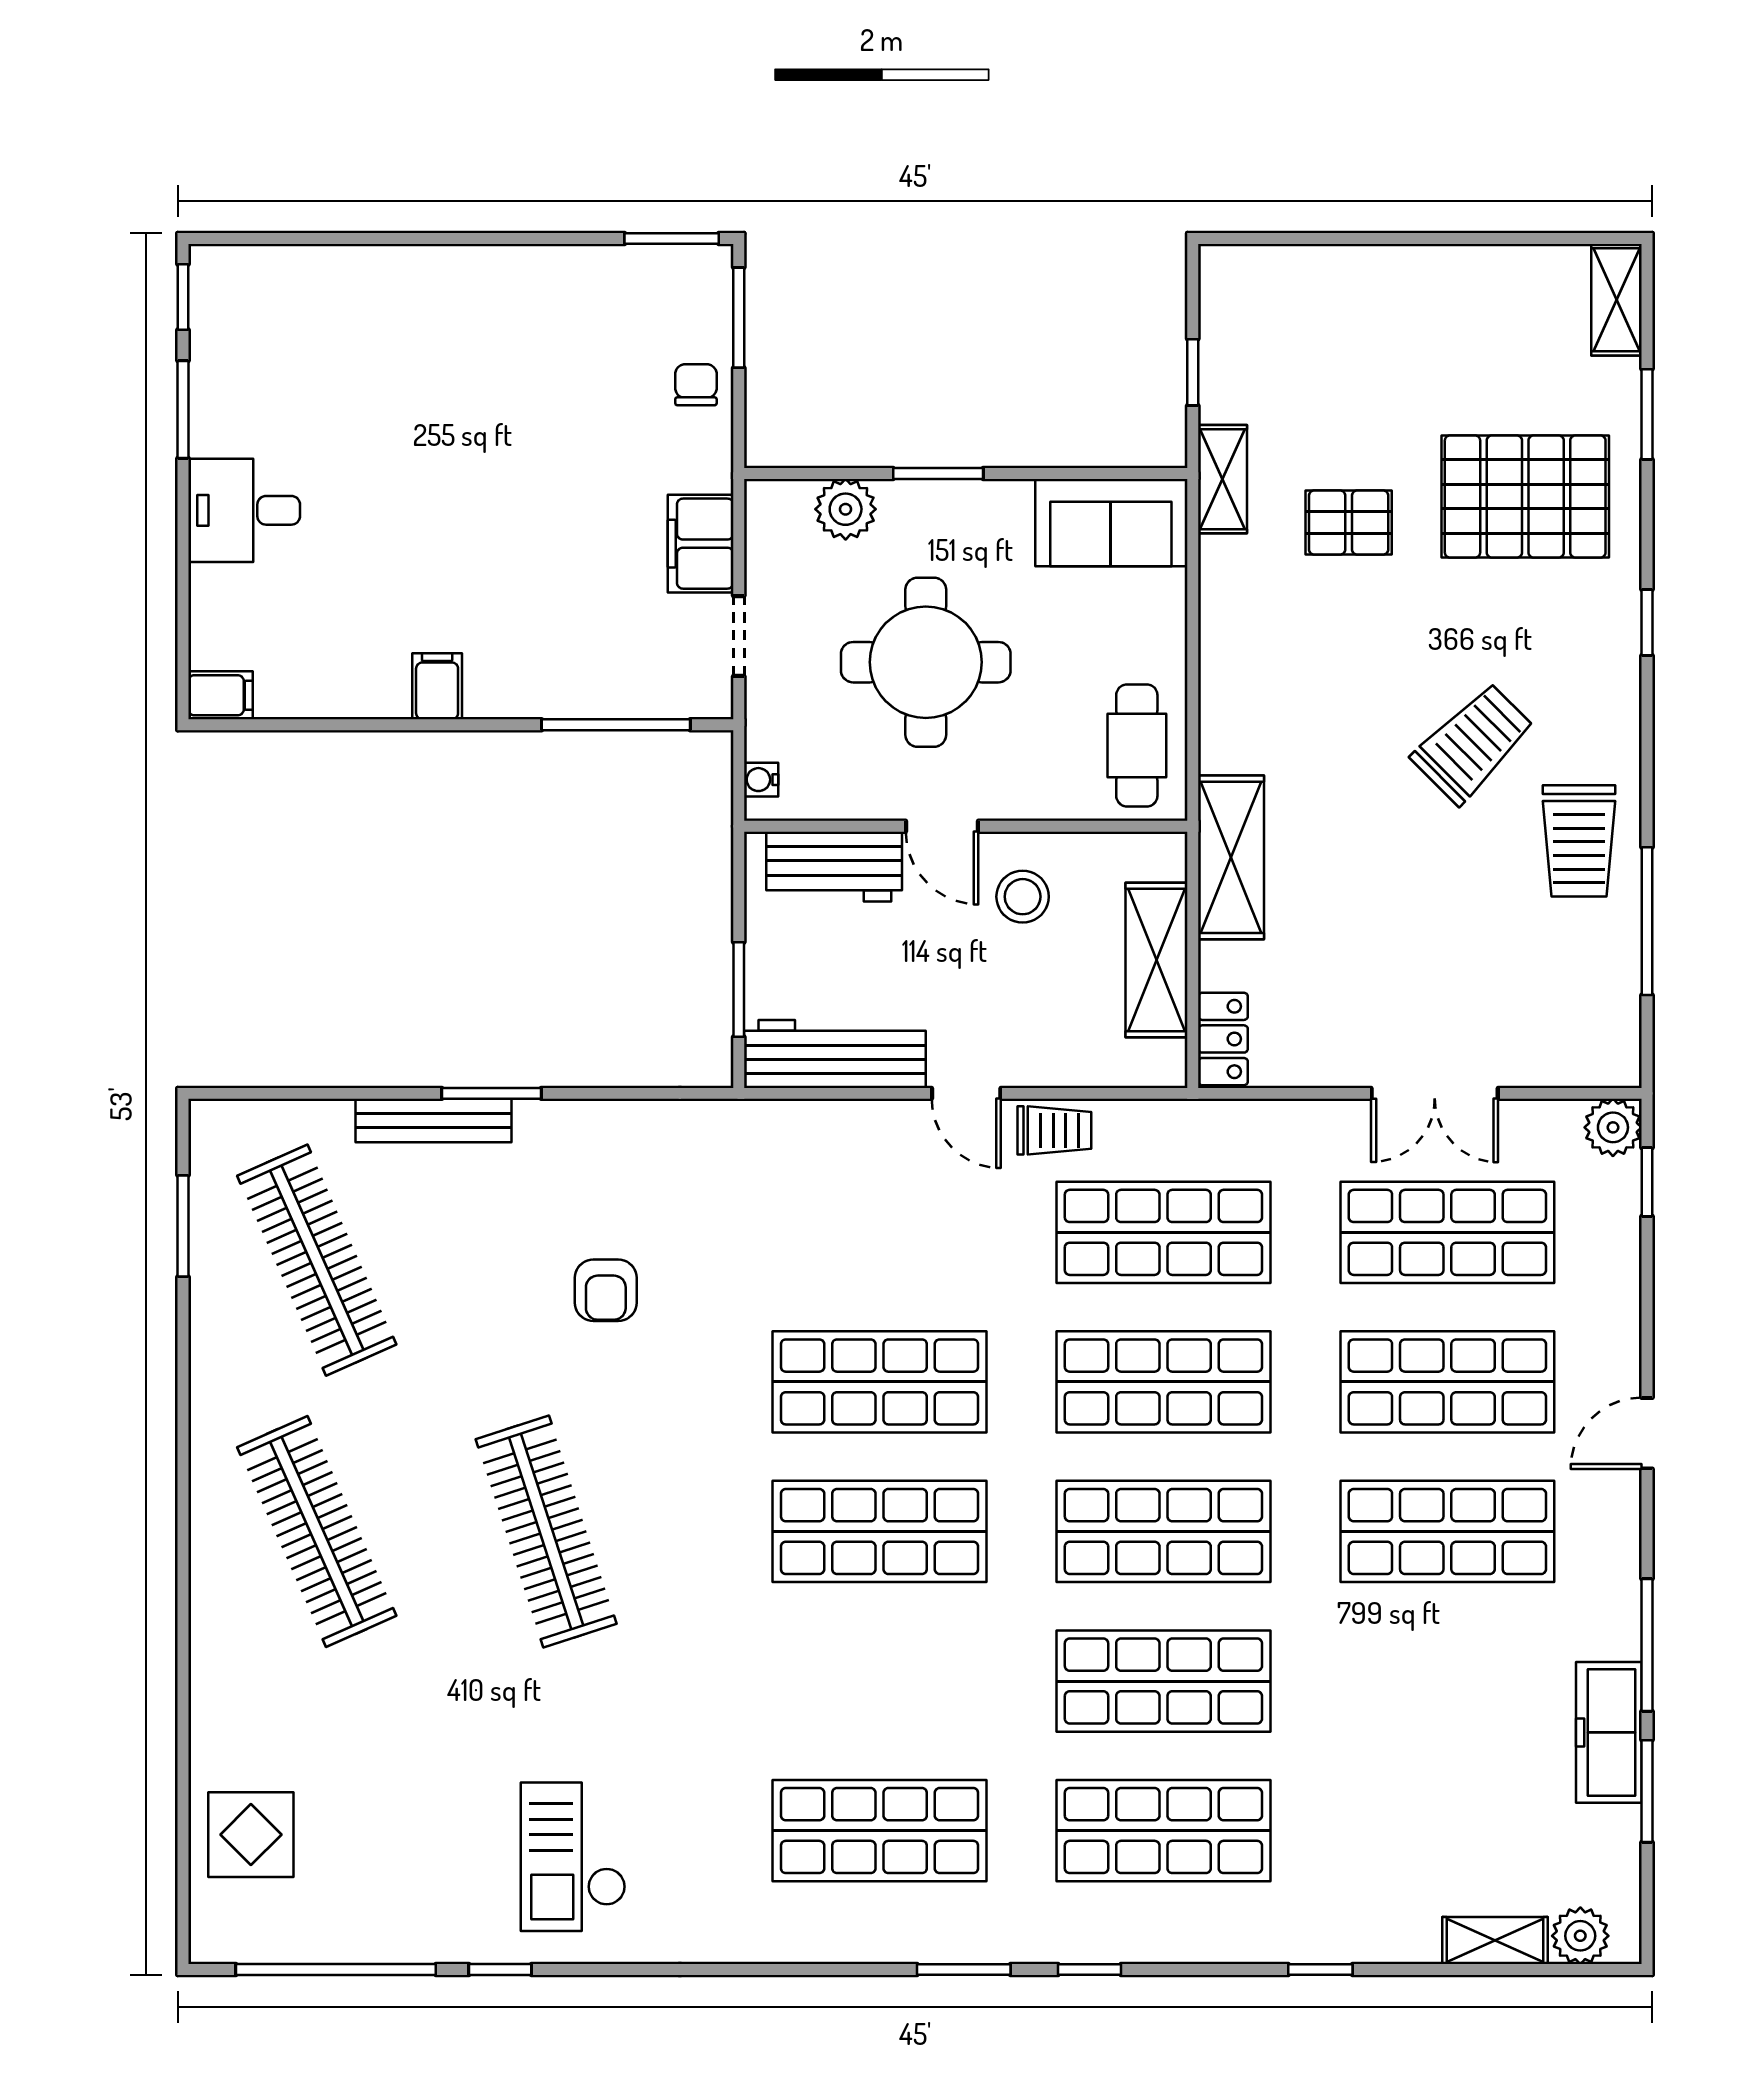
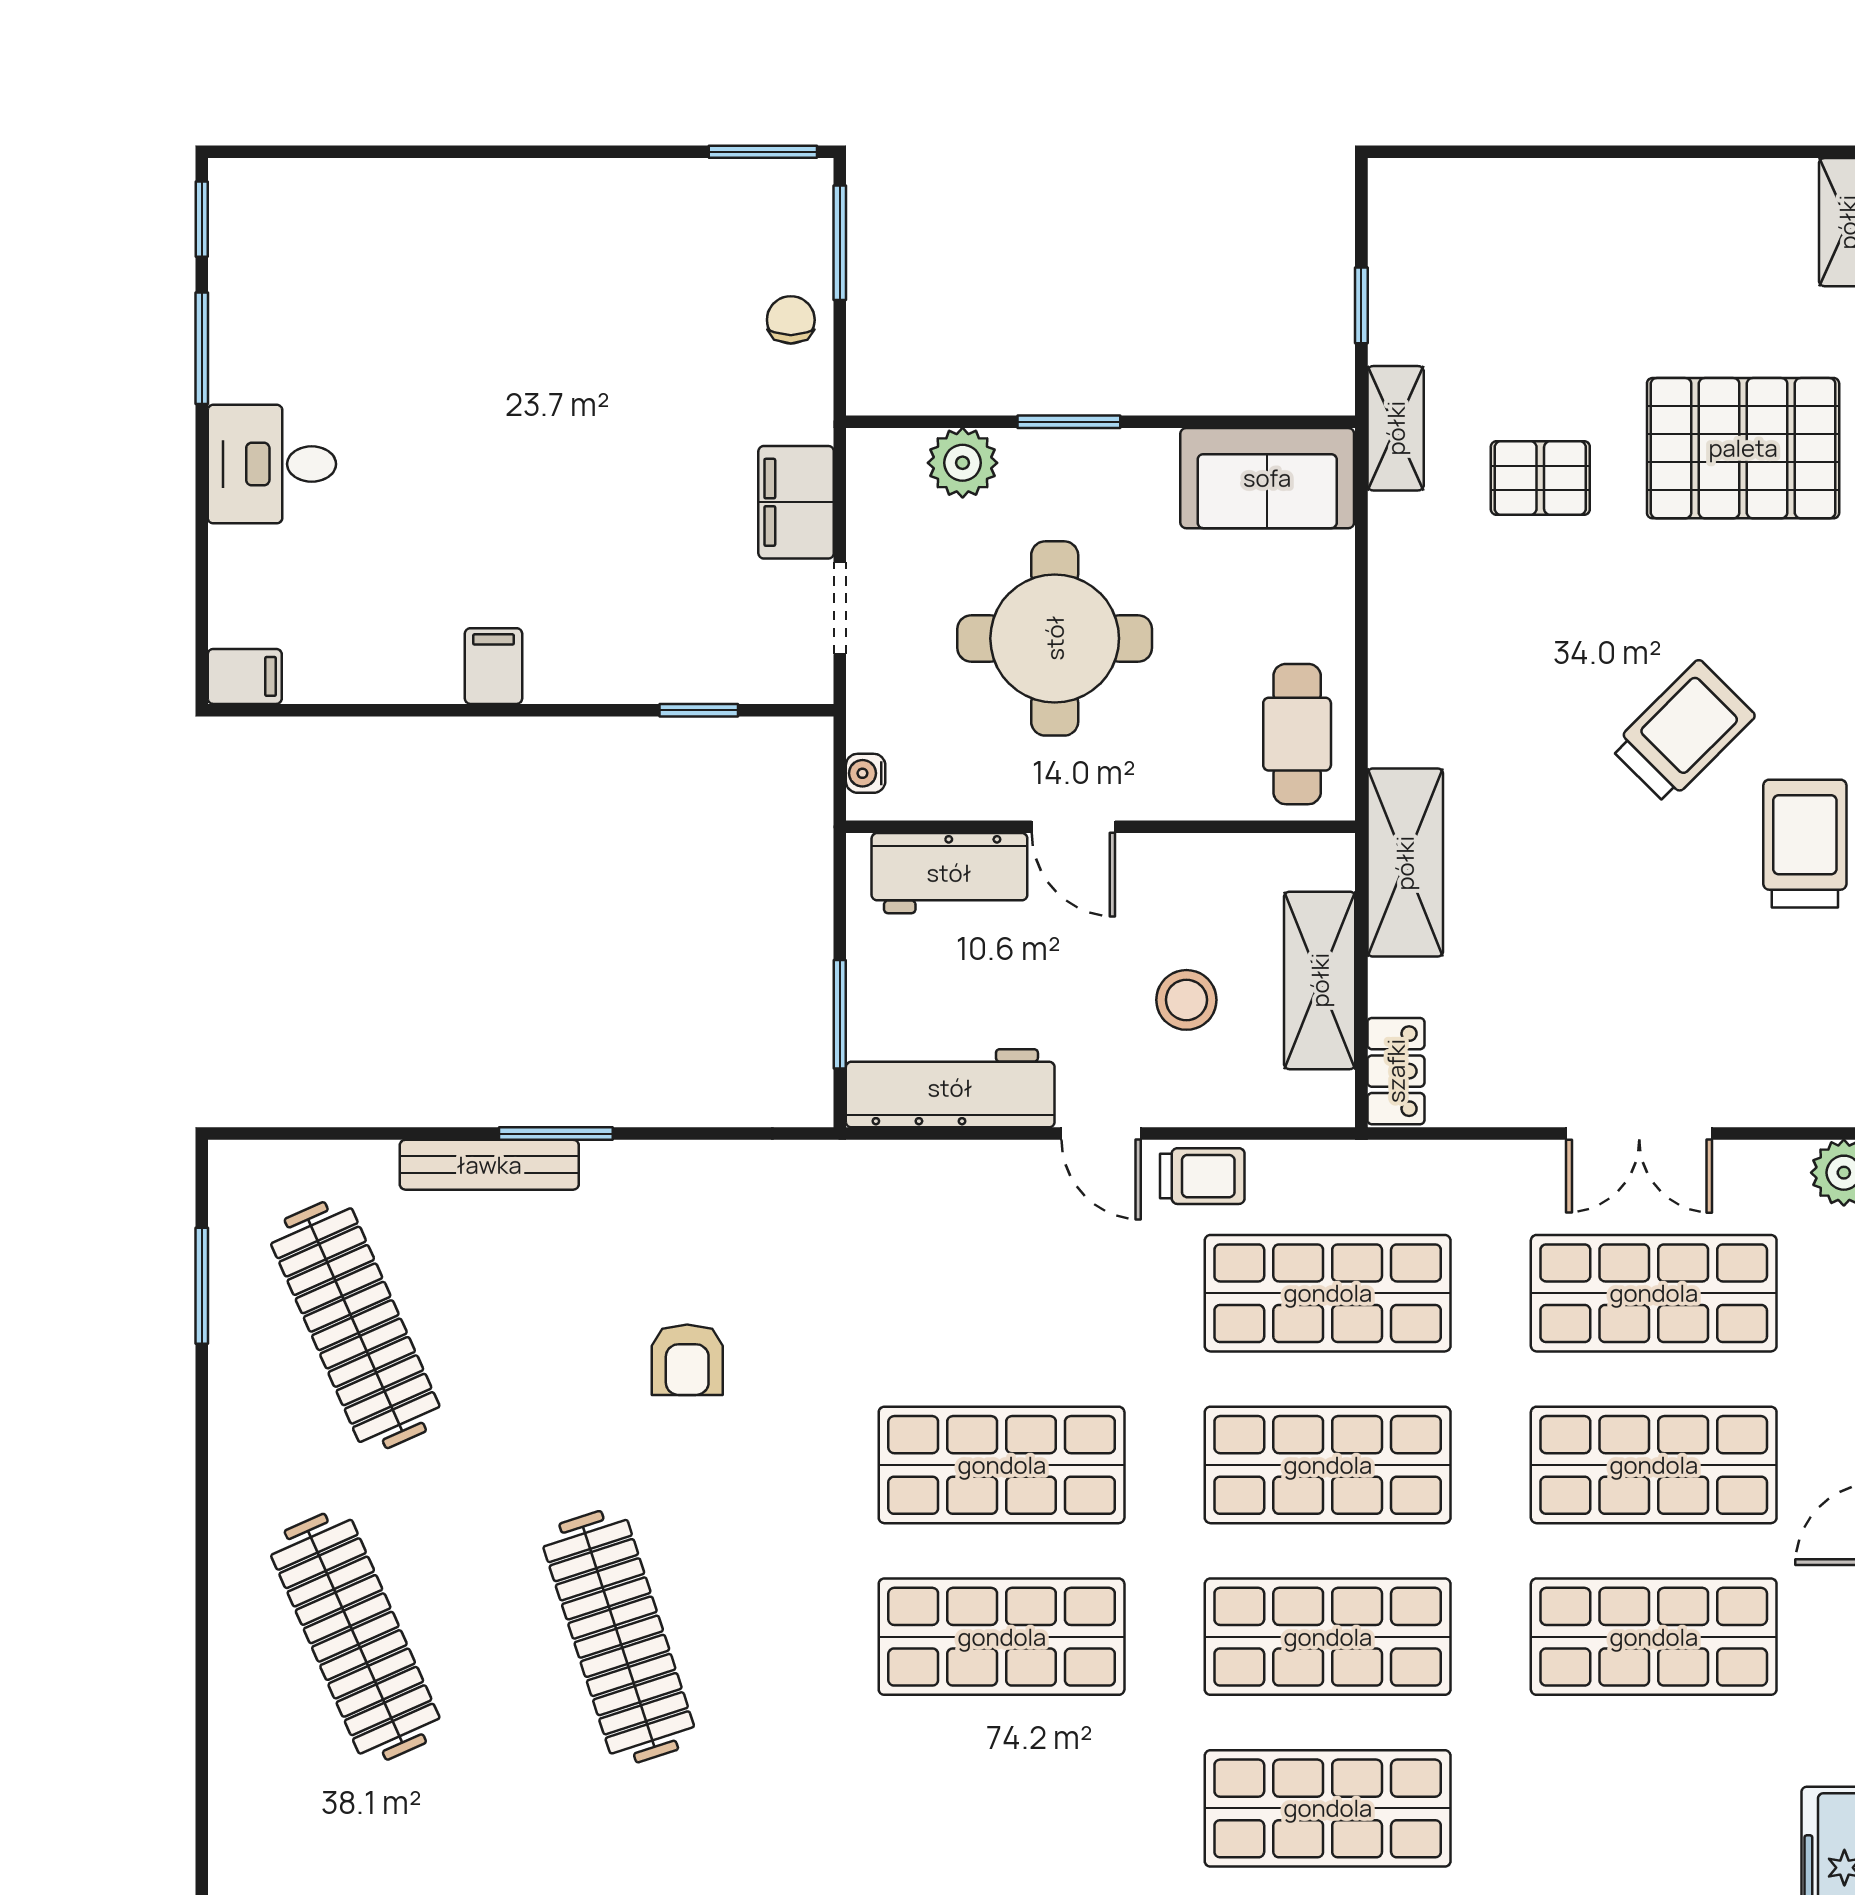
window: (616, 725) -> (699, 710), width x0.46
trolley: (1579, 841) -> (1805, 844), turned 180
stool: (1023, 897) -> (1186, 1000), moved

